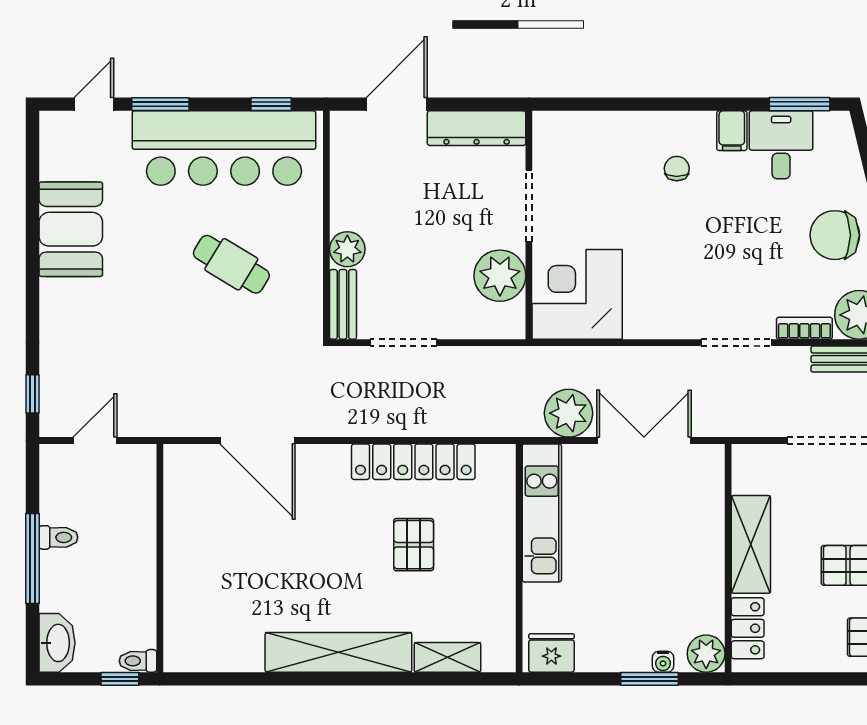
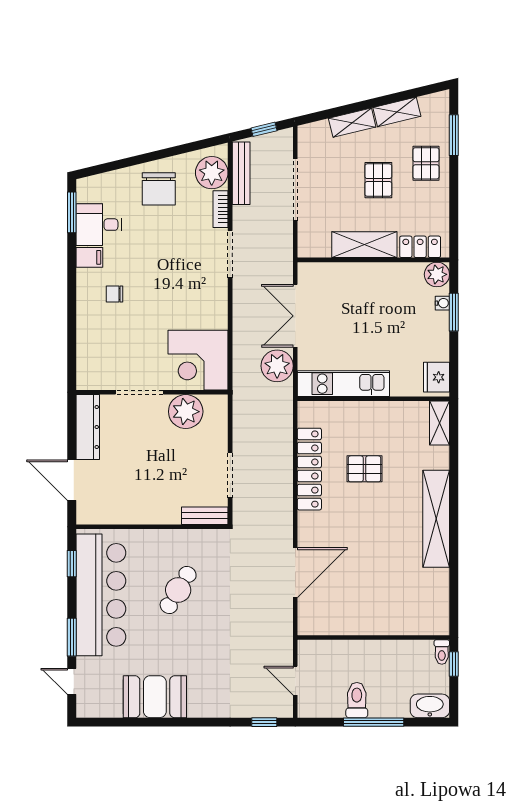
plant: (347, 249) -> (168, 513), removed
toilet: (58, 537) -> (357, 700), width x1.37, depth x1.39
shelving: (447, 657) -> (439, 423), moved

